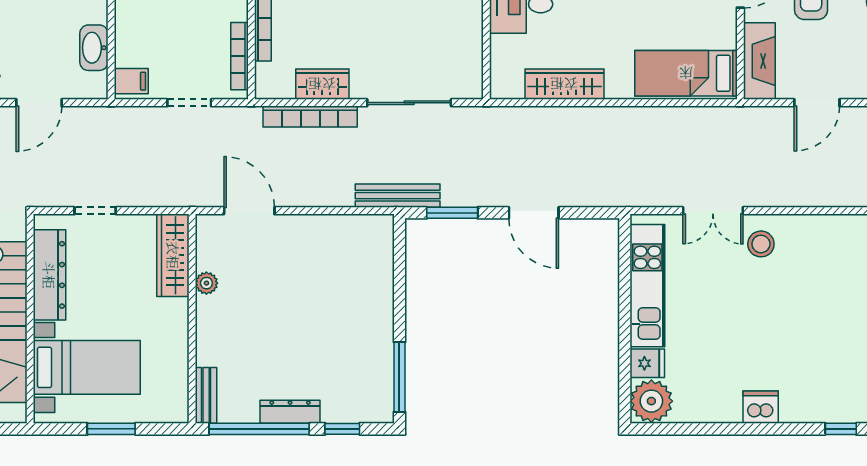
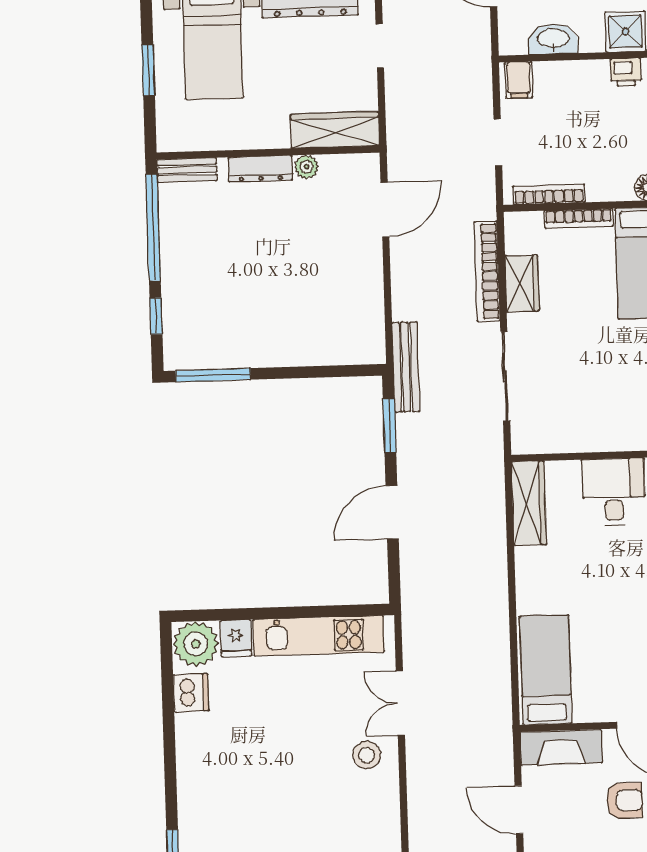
wardrobe: (564, 84) -> (529, 503), moved
dishwasher: (761, 407) -> (191, 693), moved
dresser: (290, 412) -> (261, 169), moved, turned 90

